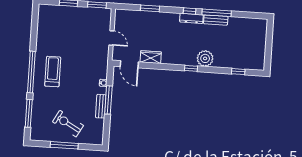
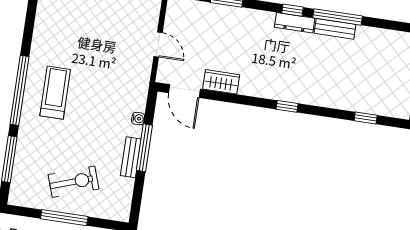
plant: (205, 58) -> (312, 92), removed
exercise bike: (68, 124) -> (74, 182), turned 132

